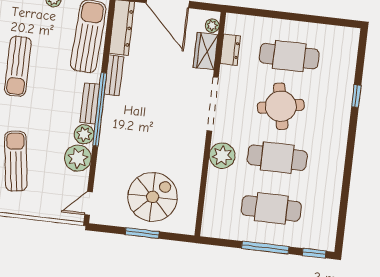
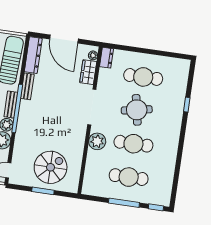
dresser: (230, 50) -> (107, 58), moved

